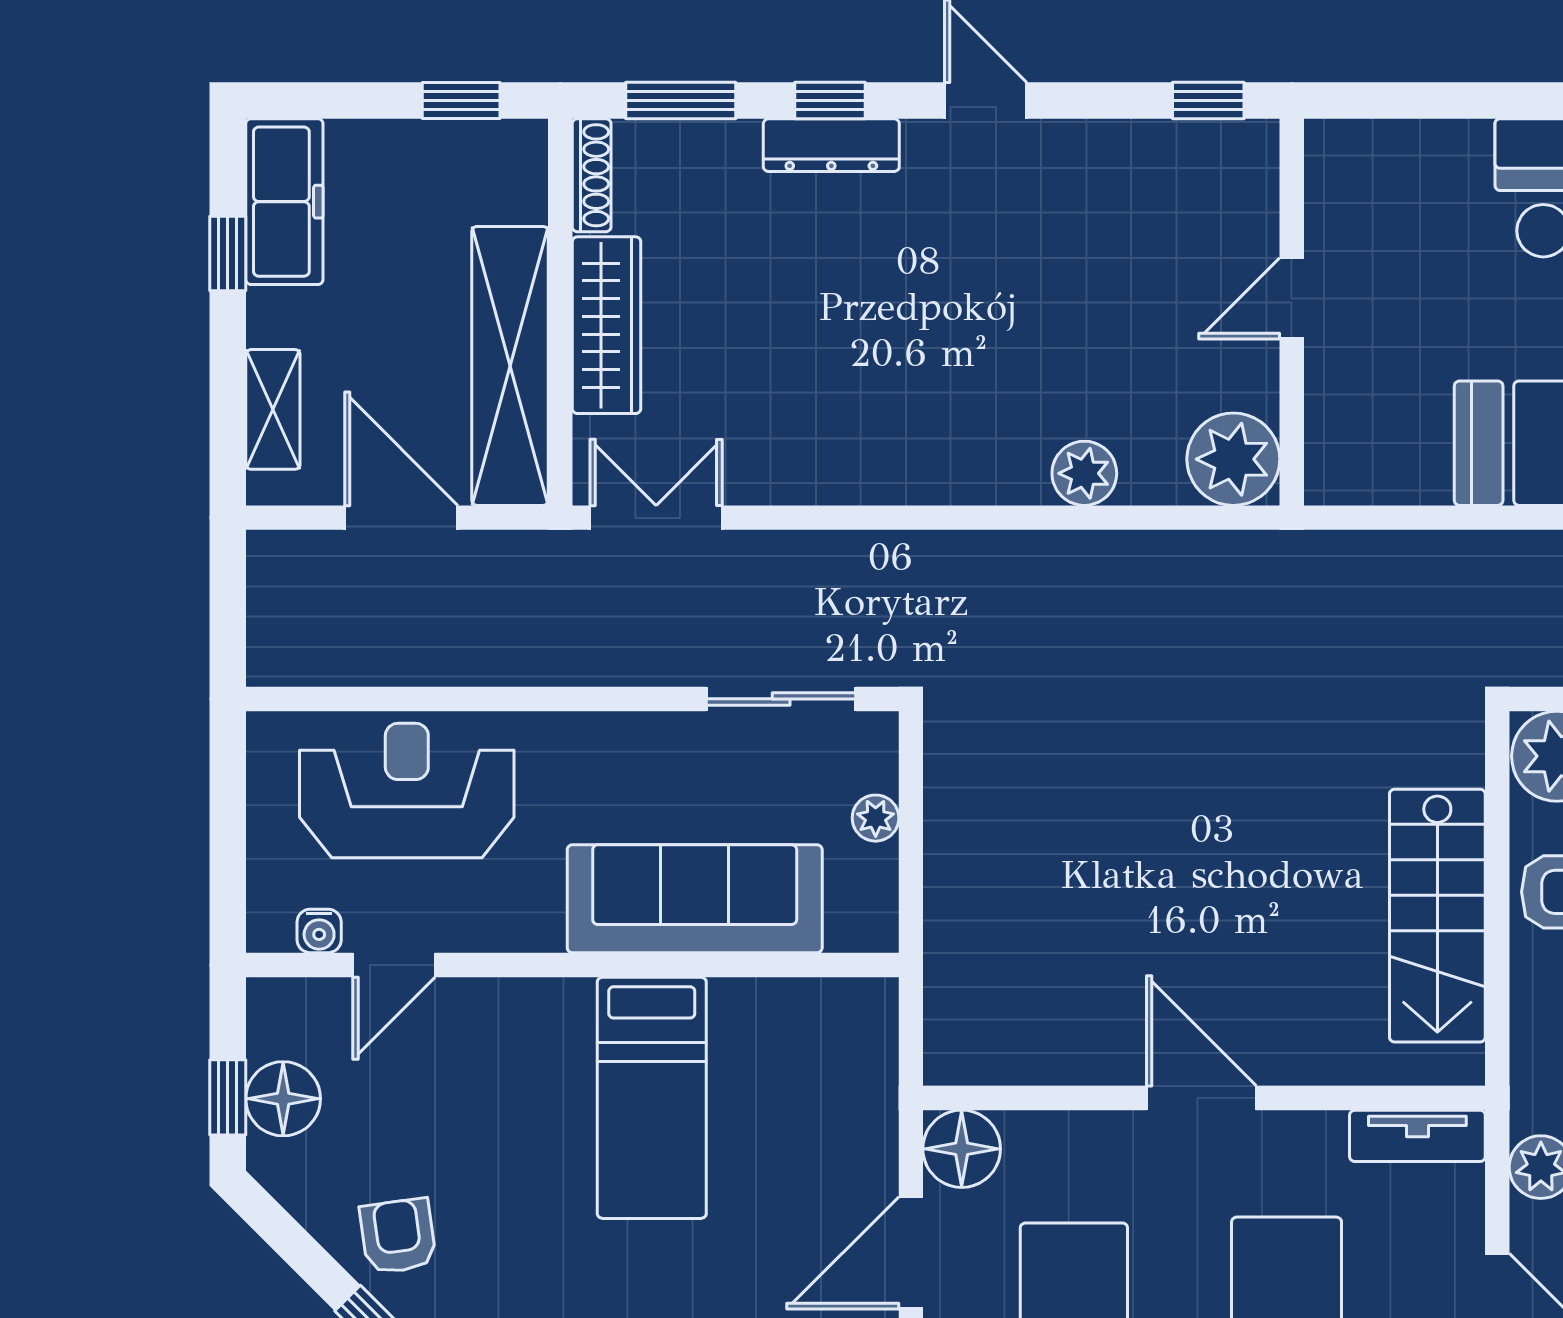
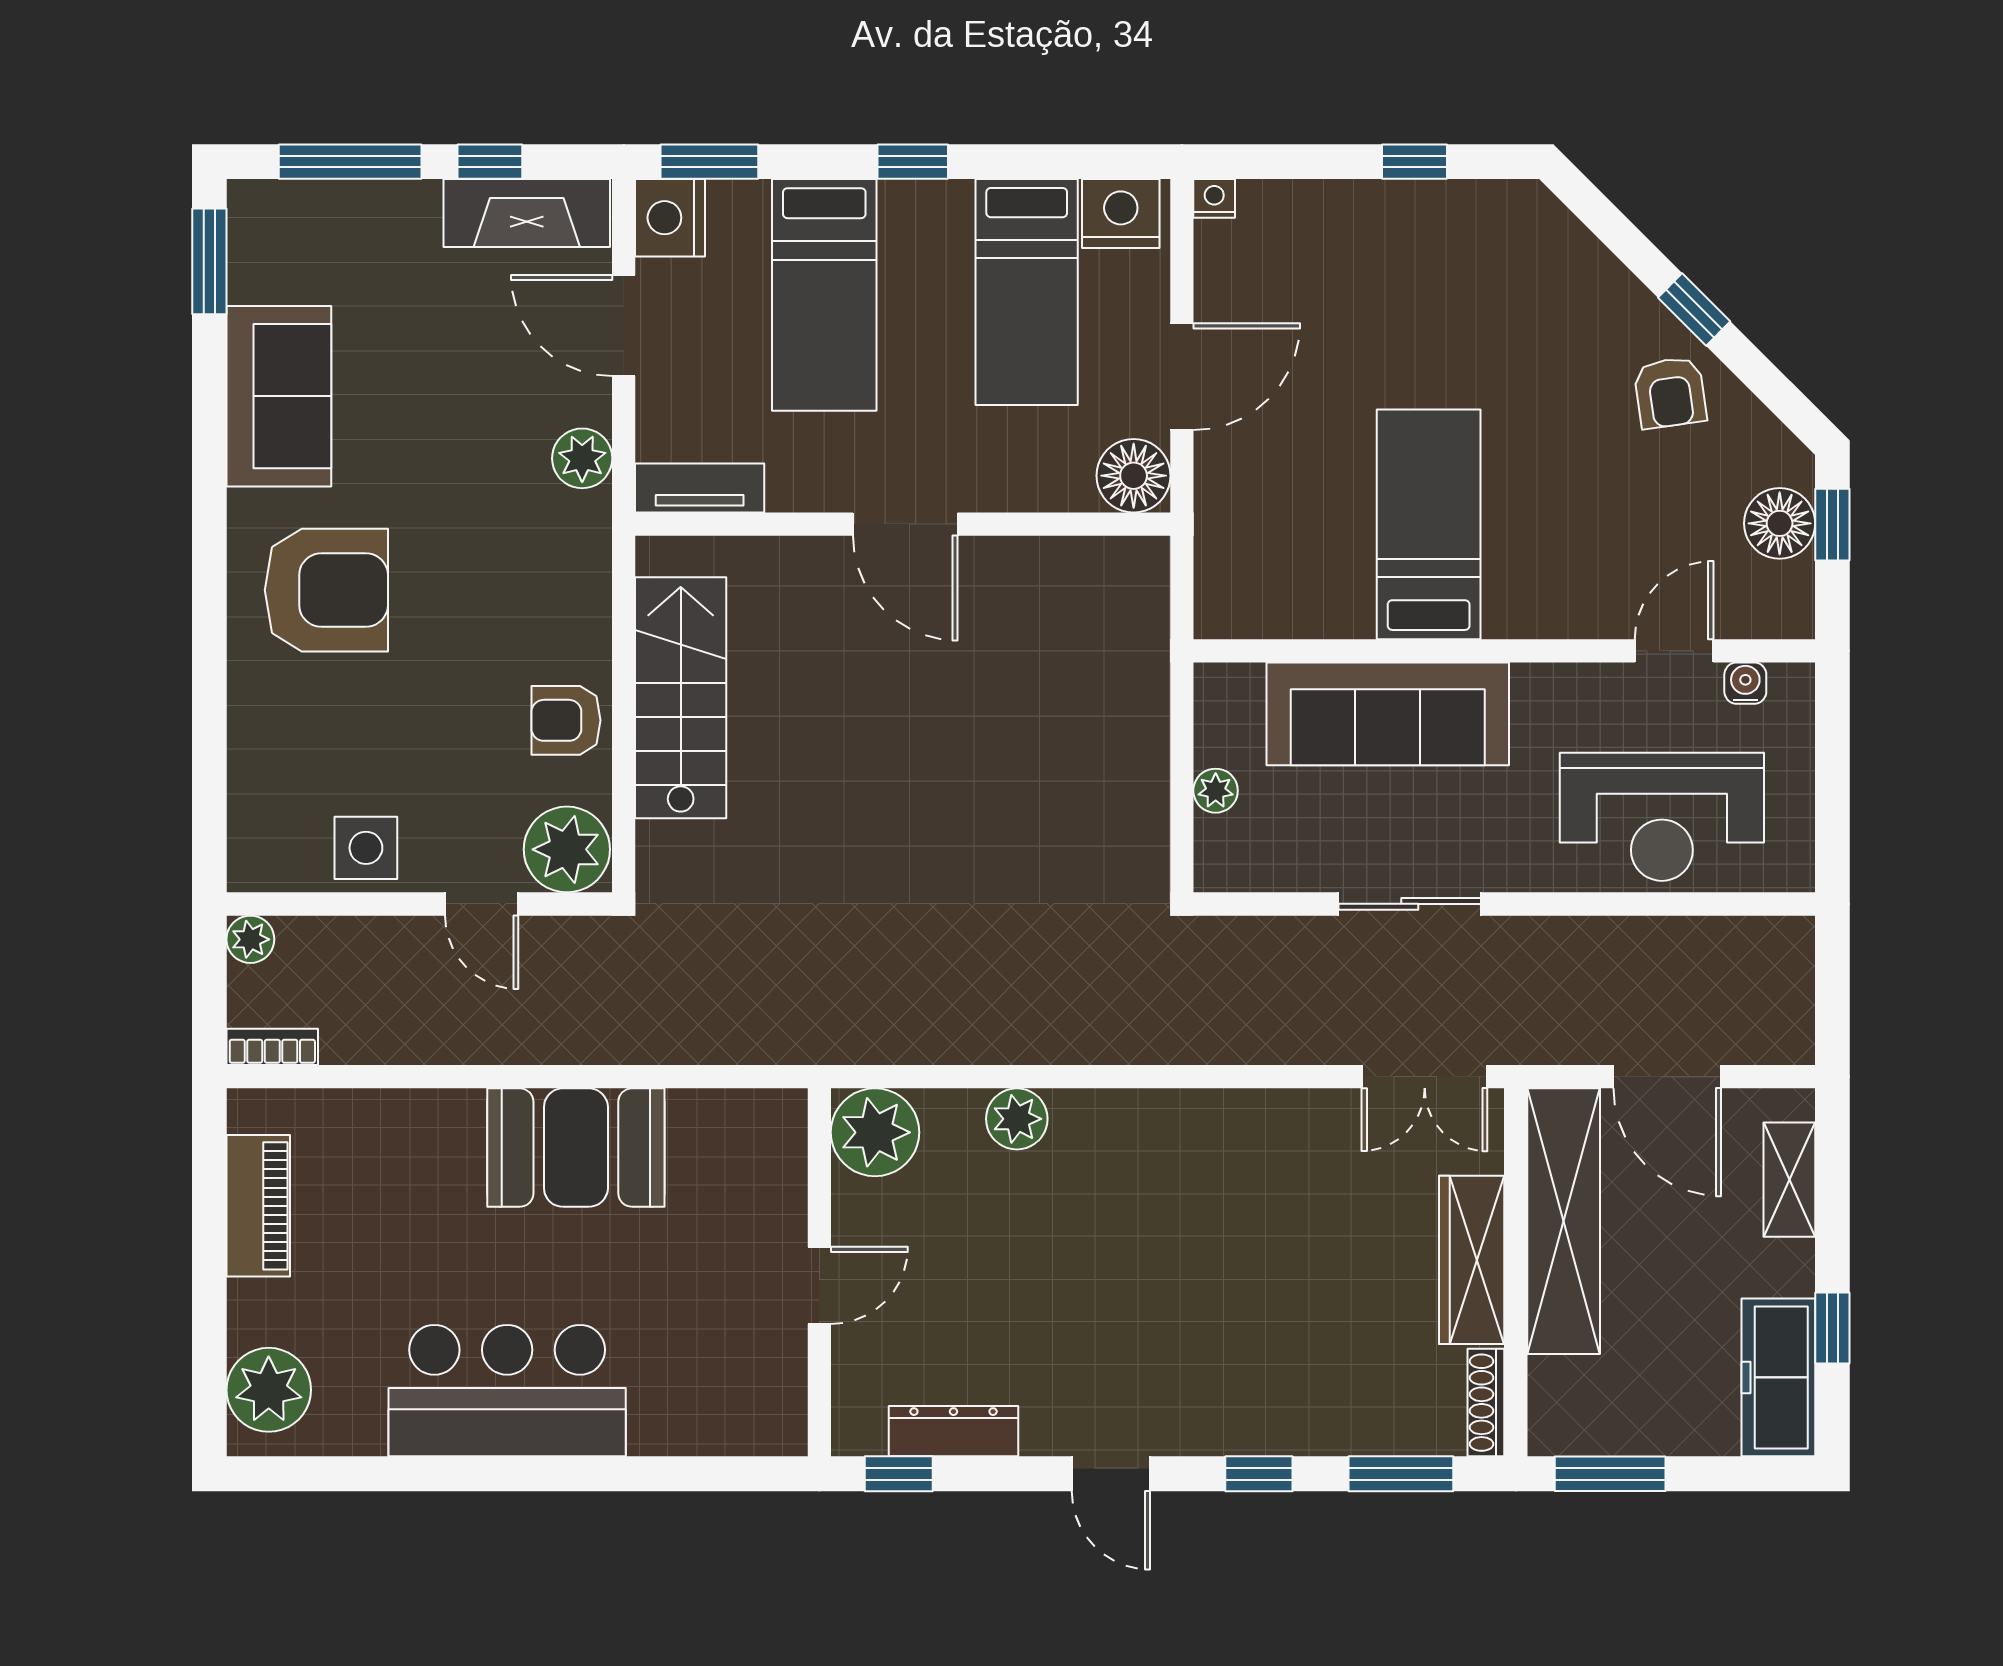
window: (461, 101) -> (1610, 1474), width x1.50
dresser: (831, 145) -> (953, 1431), moved
sliding door: (781, 699) -> (1410, 904), moved

